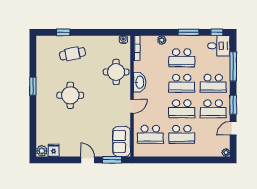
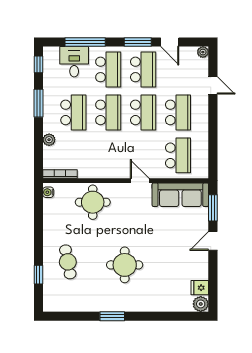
desk: (219, 46) -> (74, 62), moved
washbasin: (140, 82) -> (107, 170), removed
sofa: (122, 141) -> (180, 195), width x1.36
door: (201, 160) -> (213, 85), added

